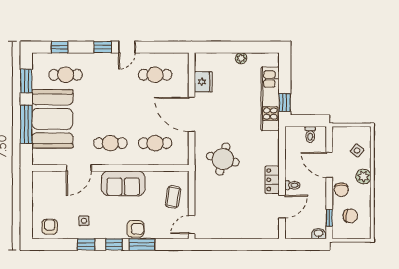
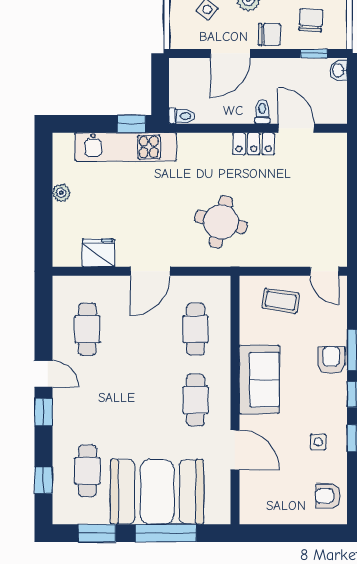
door: (192, 114) -> (150, 271), width x0.73
toilet: (310, 134) -> (182, 116), moved

